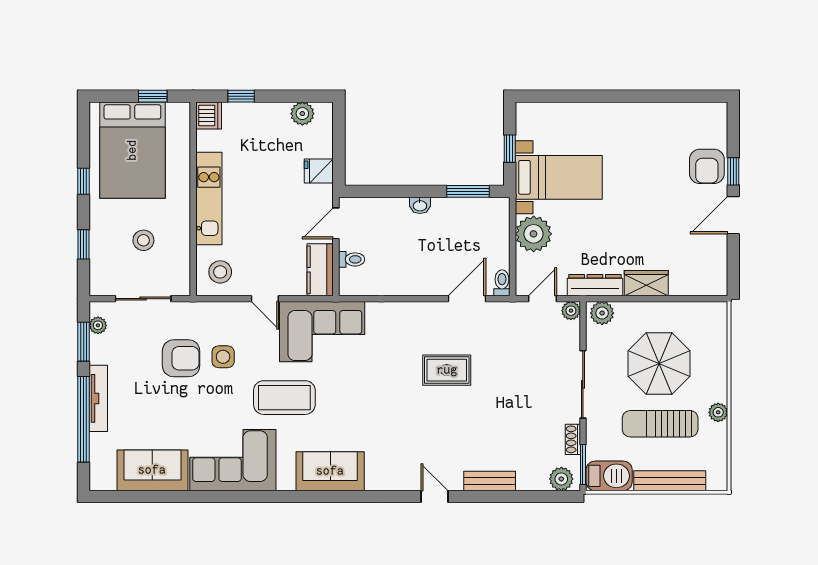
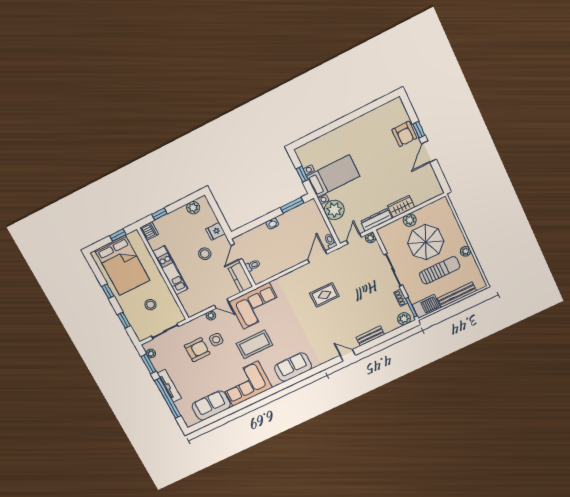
stool: (220, 272) -> (205, 254), moved
plant: (236, 310) -> (211, 316), added
plant: (602, 313) -> (410, 220), moved
sun lounger: (660, 424) -> (440, 270), turned 180

